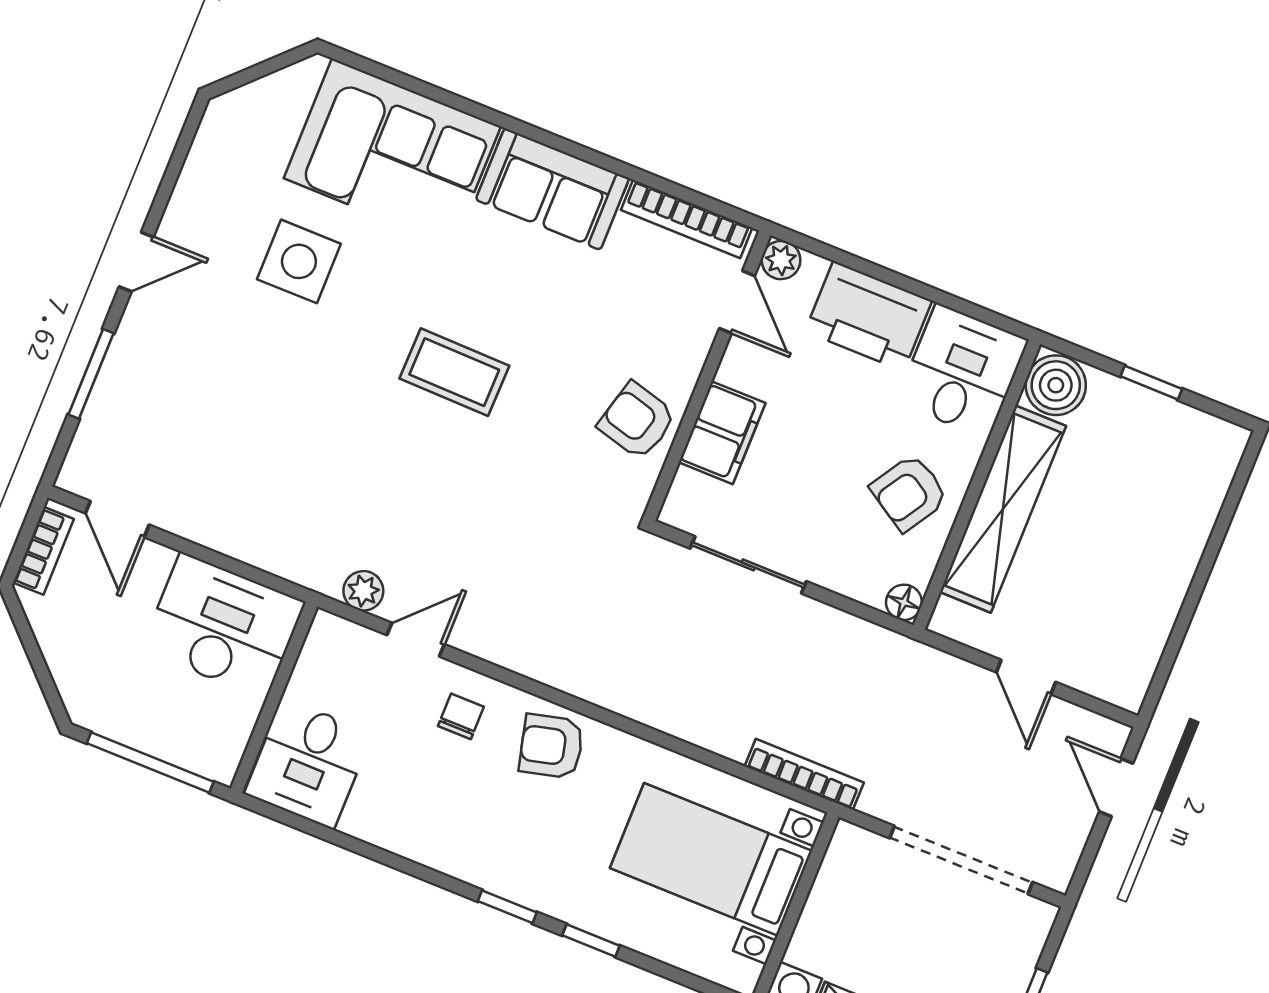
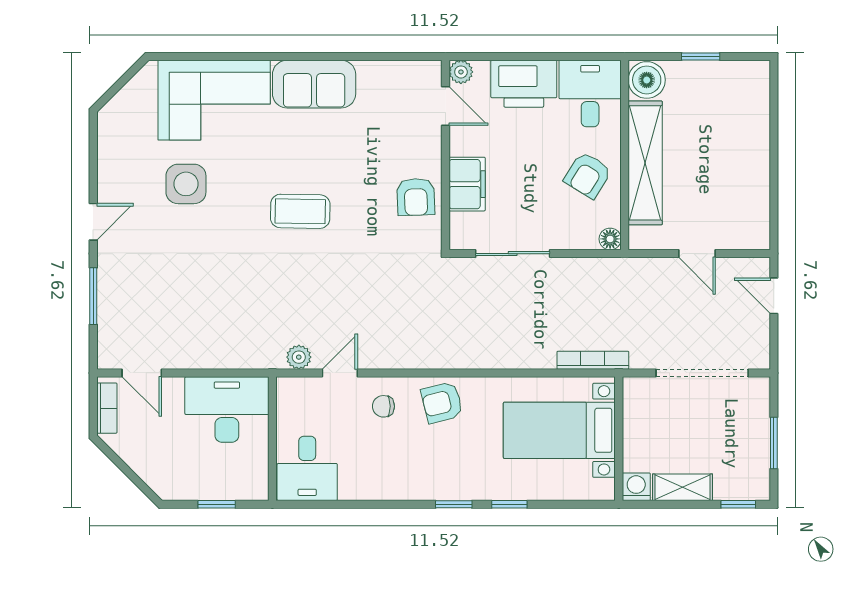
bookcase: (687, 219) -> (398, 70), removed
armchair: (637, 421) -> (416, 197), turned -107
chair: (461, 716) -> (383, 406), turned -90
window: (150, 762) -> (217, 504), width x0.46

